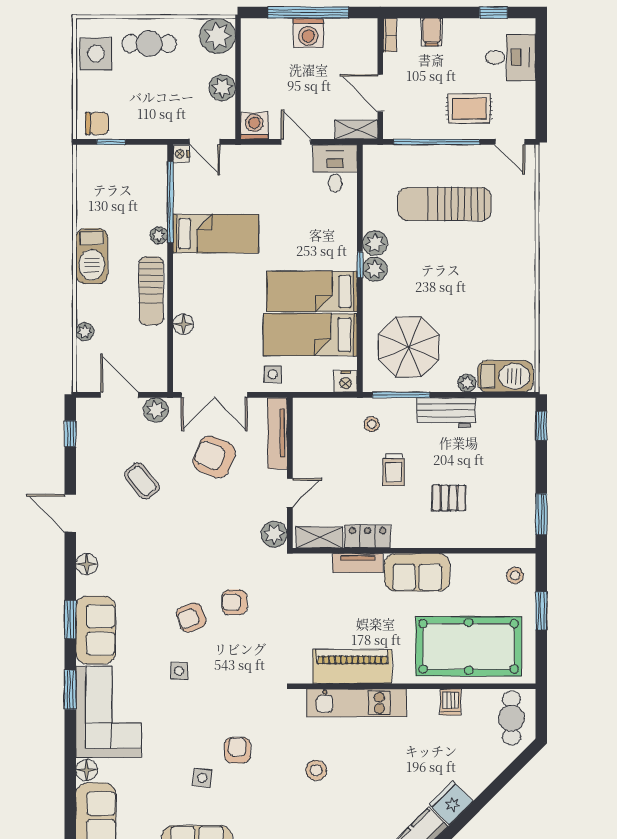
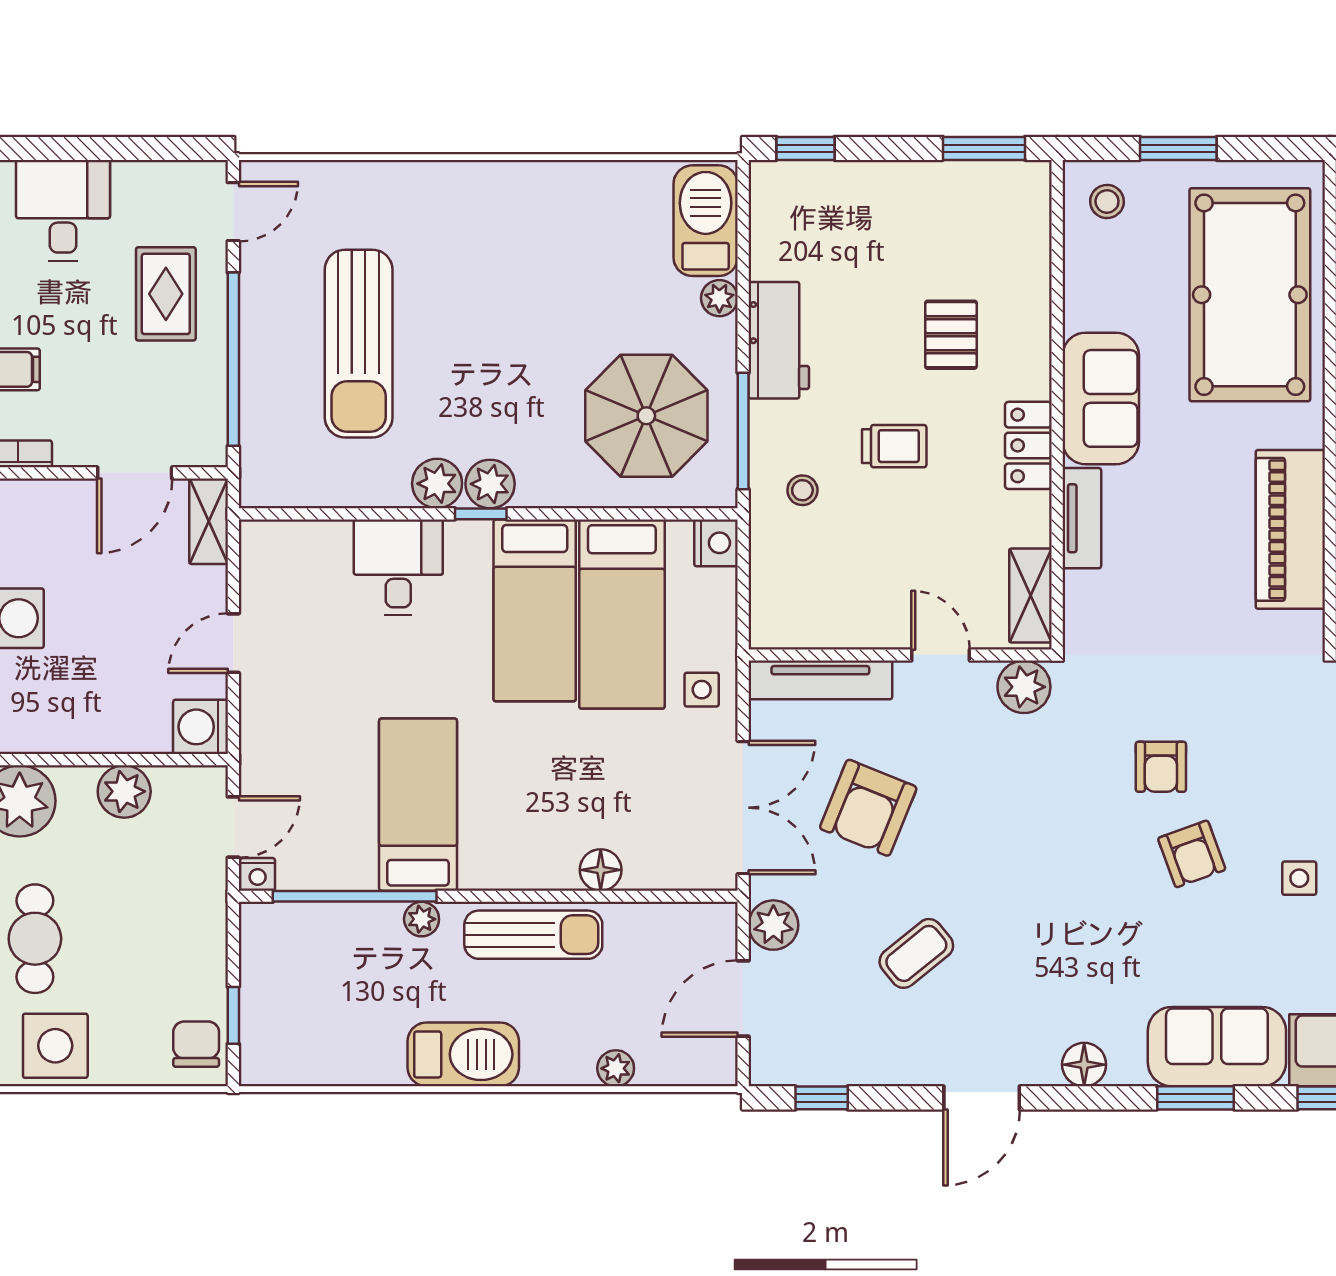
desk: (335, 168) -> (398, 567), moved, turned 90
locker: (368, 536) -> (1028, 445), moved

